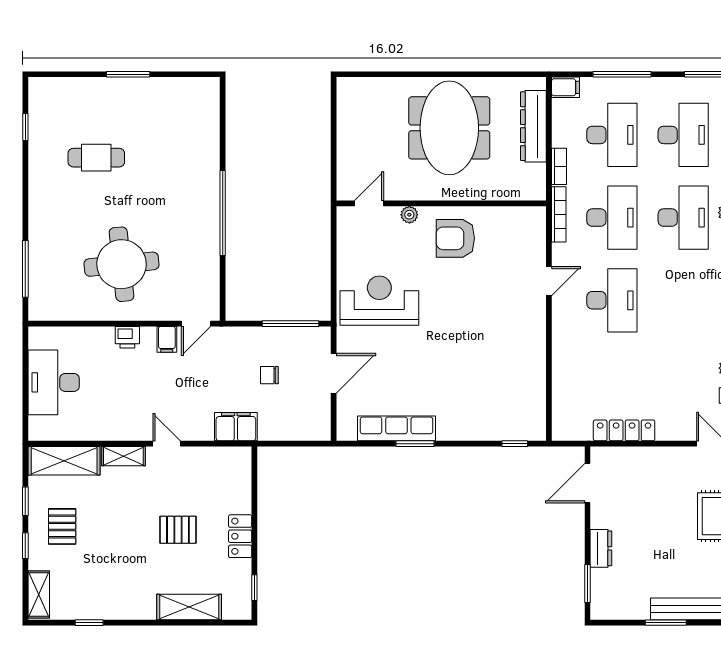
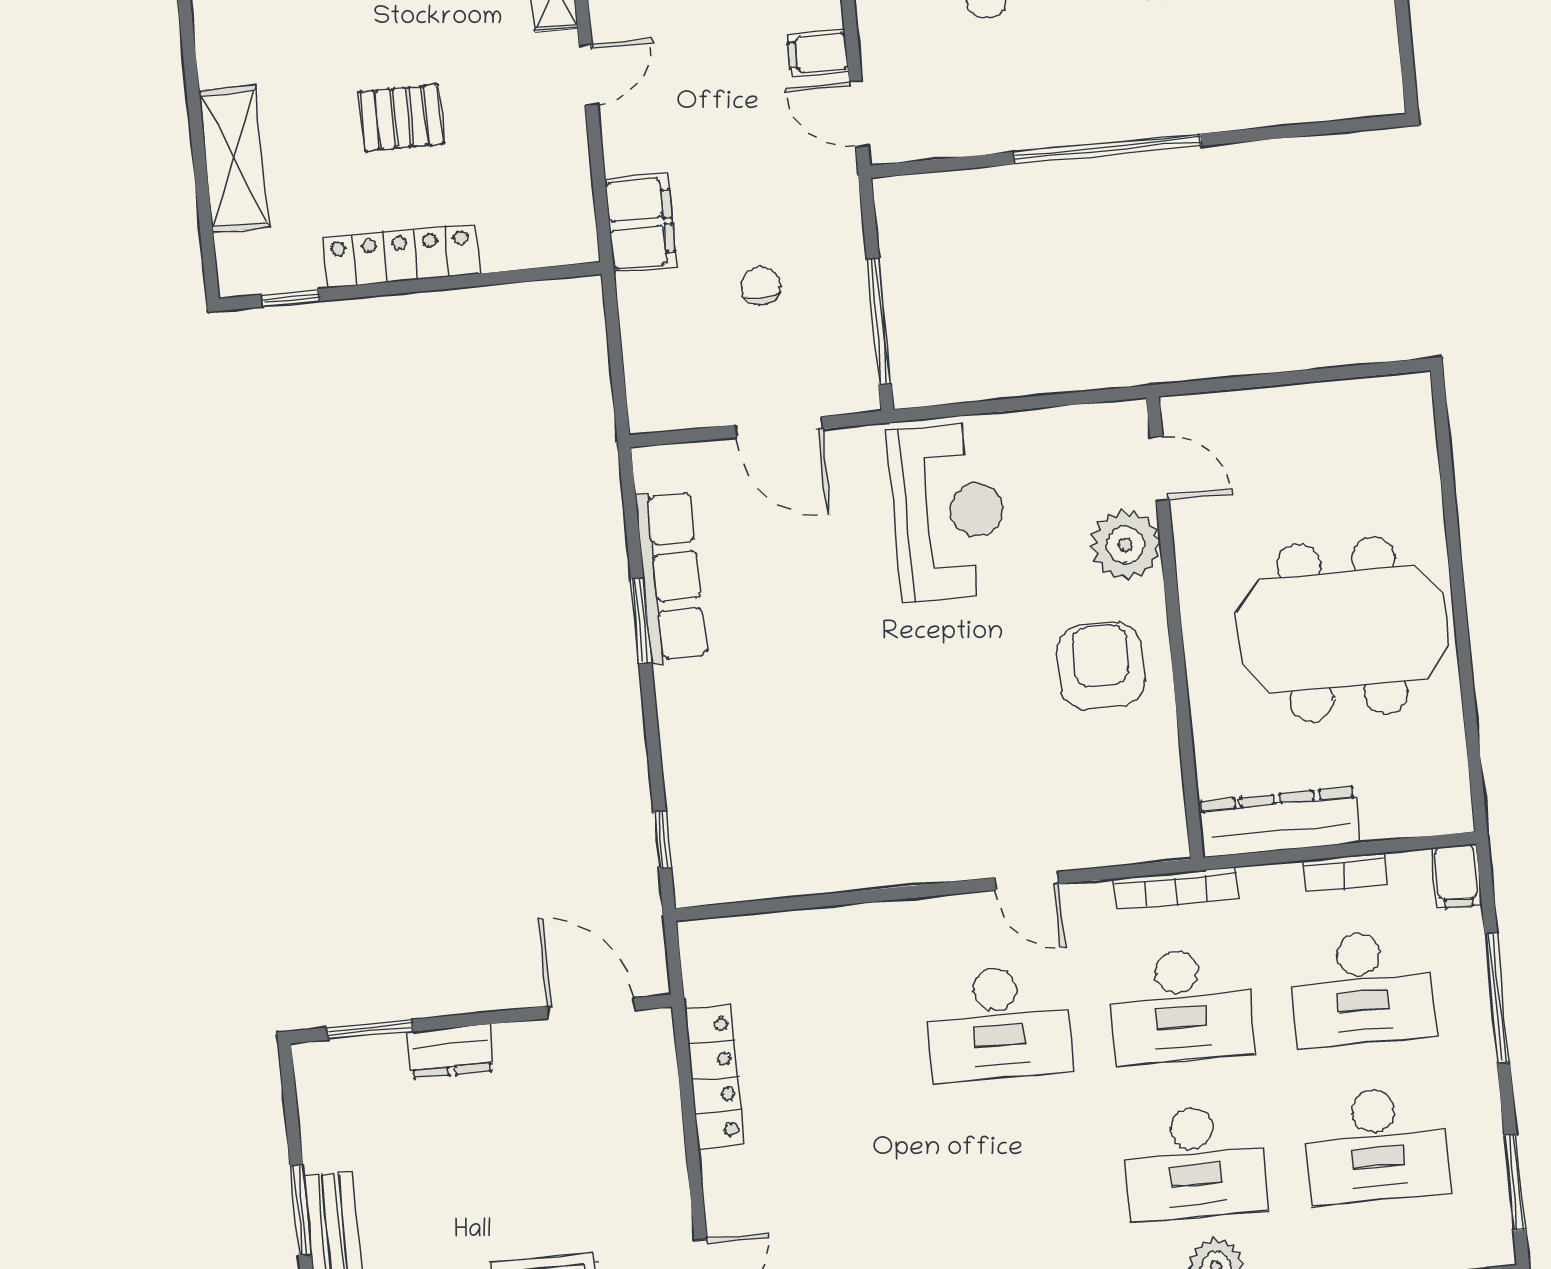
dresser: (533, 126) -> (1279, 822), moved
bookcase: (559, 166) -> (1345, 872), moved
plant: (409, 215) -> (1125, 545), width x1.87, depth x1.87
pallet: (178, 530) -> (402, 118), turned 90
locker: (240, 536) -> (401, 256), width x1.53

